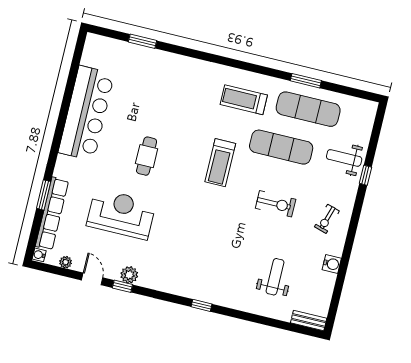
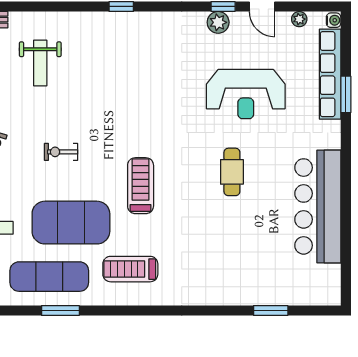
treadmill: (244, 100) -> (130, 269), turned 180
exercise mat: (281, 147) -> (71, 223), width x1.47
exercise bike: (276, 204) -> (61, 152), width x0.73, depth x0.72

